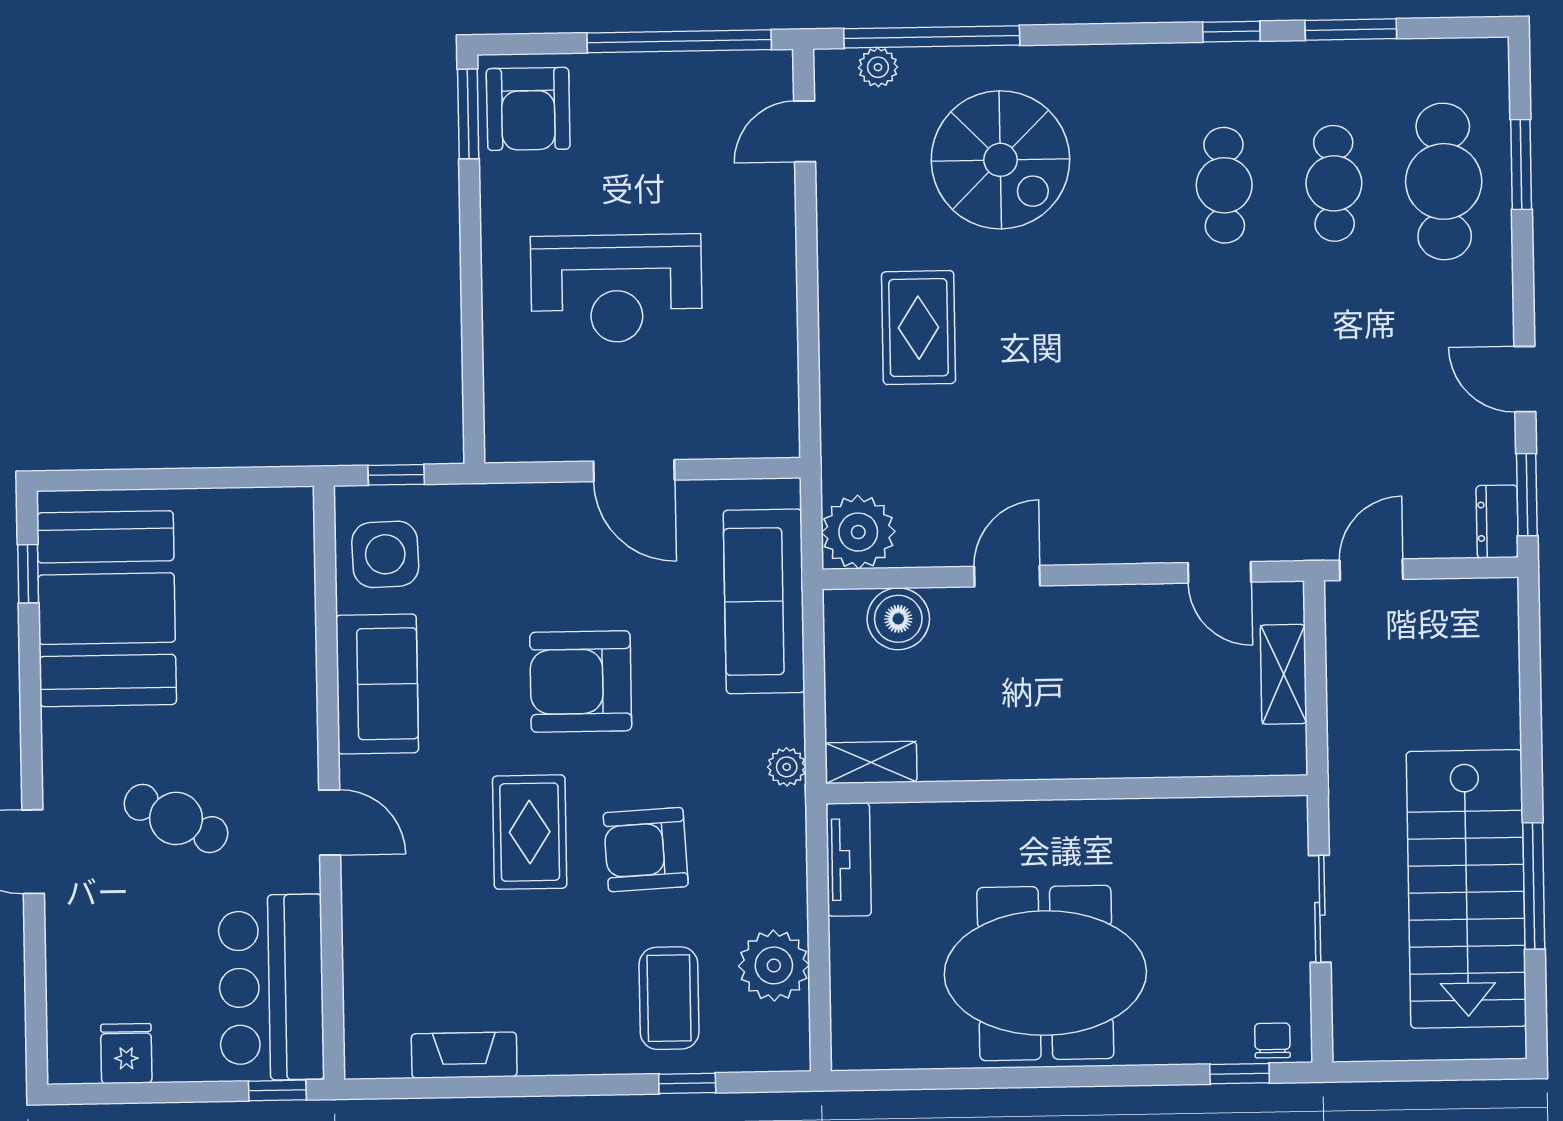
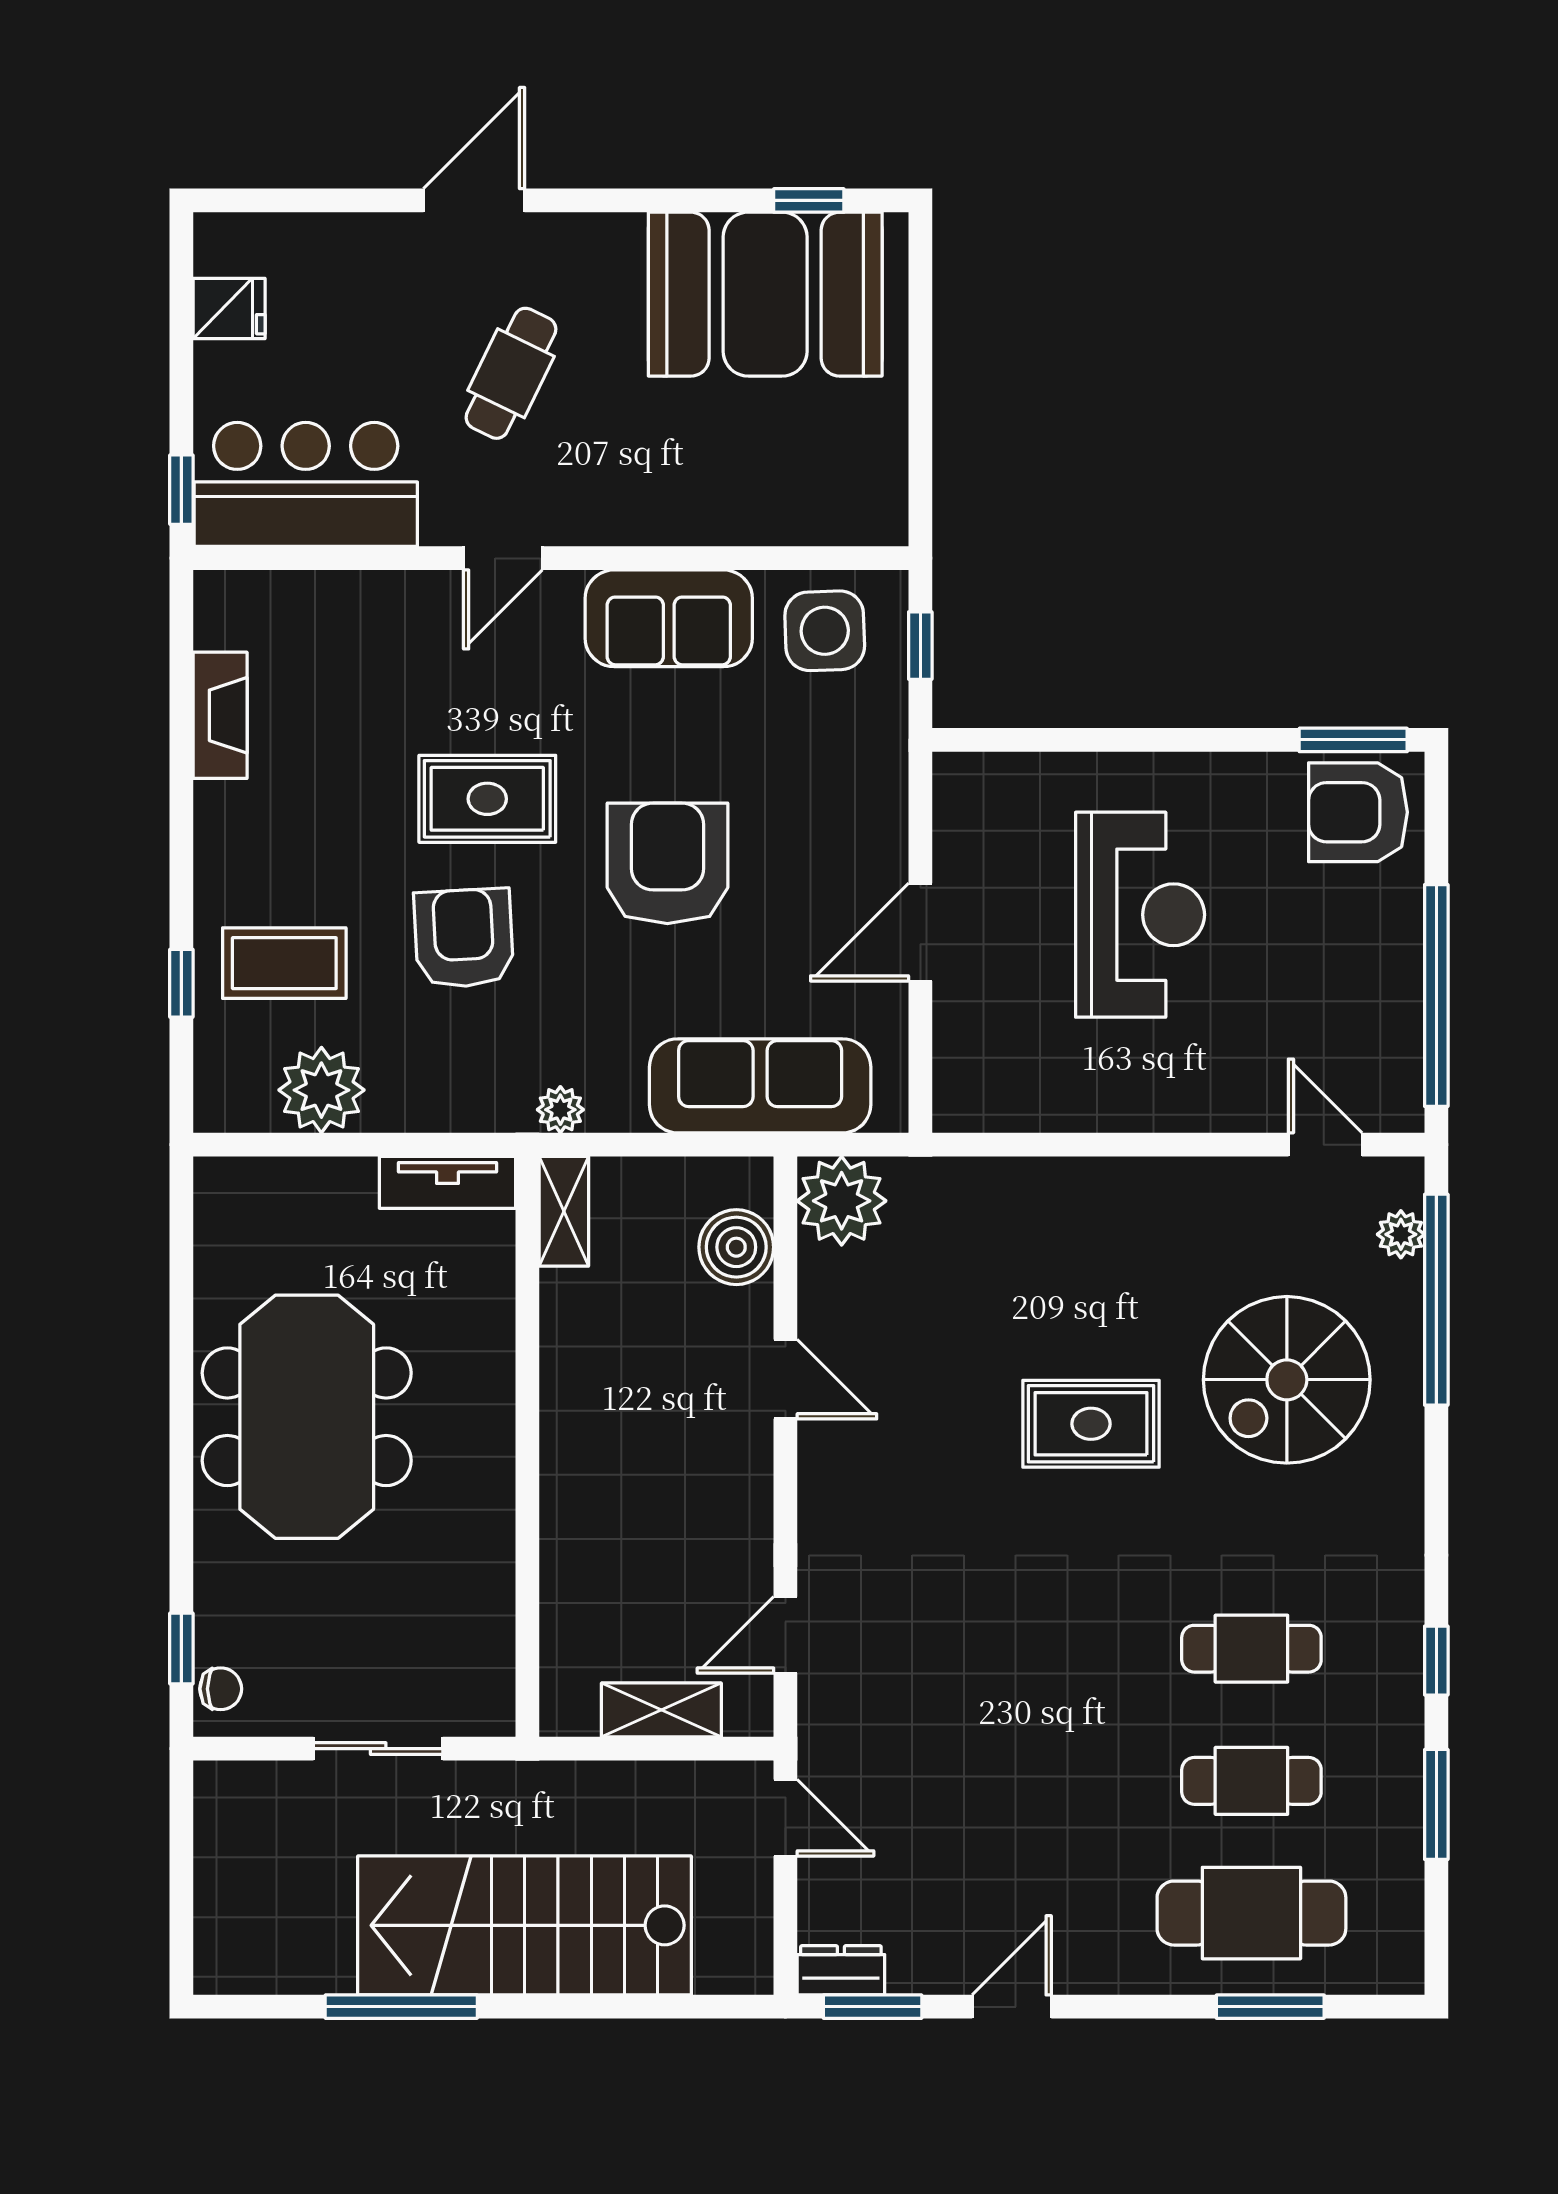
reception desk: (616, 288) -> (1140, 915), turned 180
rug: (919, 328) -> (1091, 1424), moved
stairs: (1466, 889) -> (525, 1925), moved

